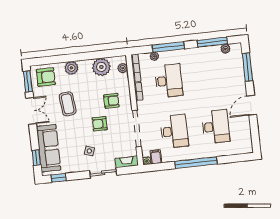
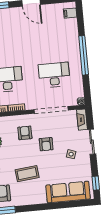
double door: (31, 111) -> (33, 208), removed
desk: (216, 127) -> (50, 36), removed
filing cabinet: (156, 157) -> (70, 13), moved
window: (36, 158) -> (77, 204), removed

